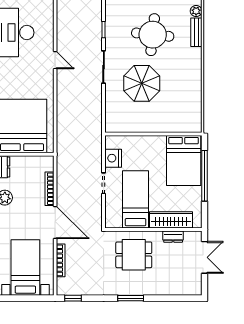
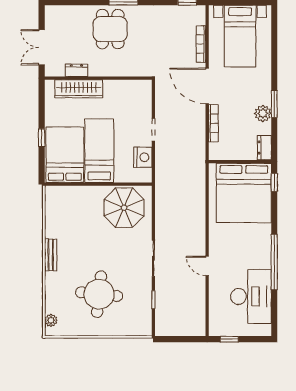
bench: (196, 32) -> (51, 255), moved
parasol: (142, 83) -> (124, 208), moved
window: (205, 176) -> (42, 138), width x0.32
bed: (135, 199) -> (99, 151), moved, turned 180
dining table: (134, 255) -> (110, 29), moved, turned 90

